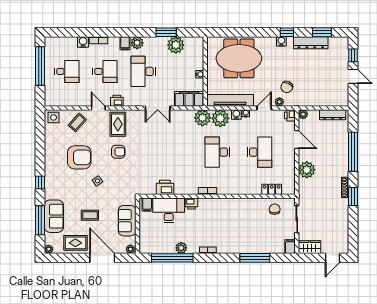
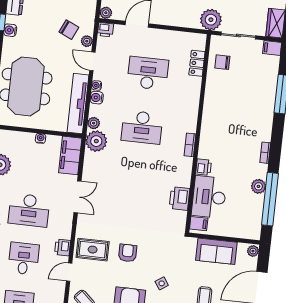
plant: (220, 118) -> (94, 123), width x0.53, depth x0.53
plant: (307, 170) -> (211, 20), moved

